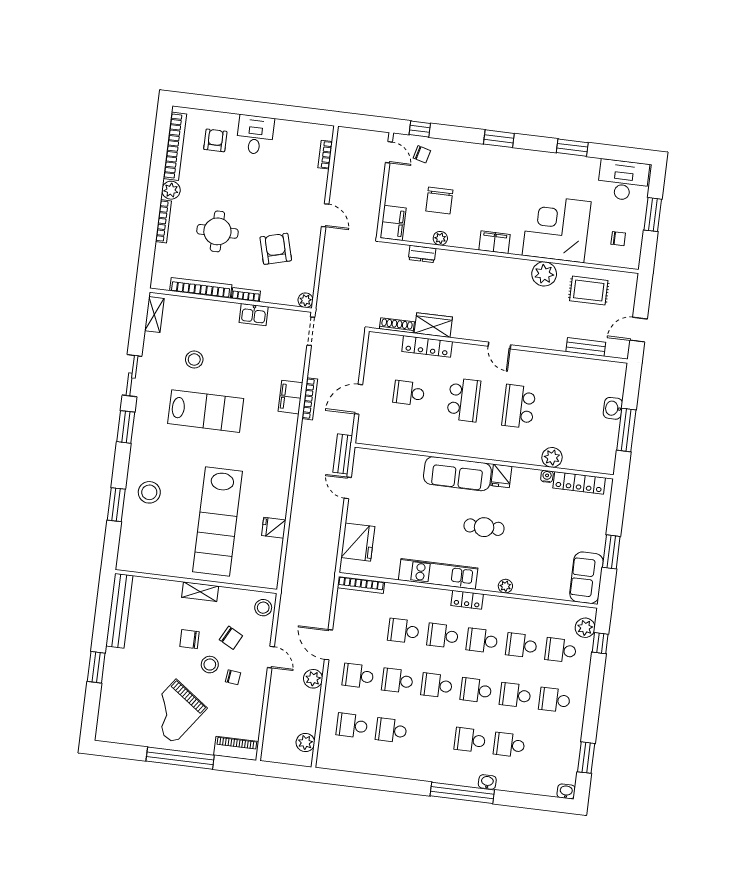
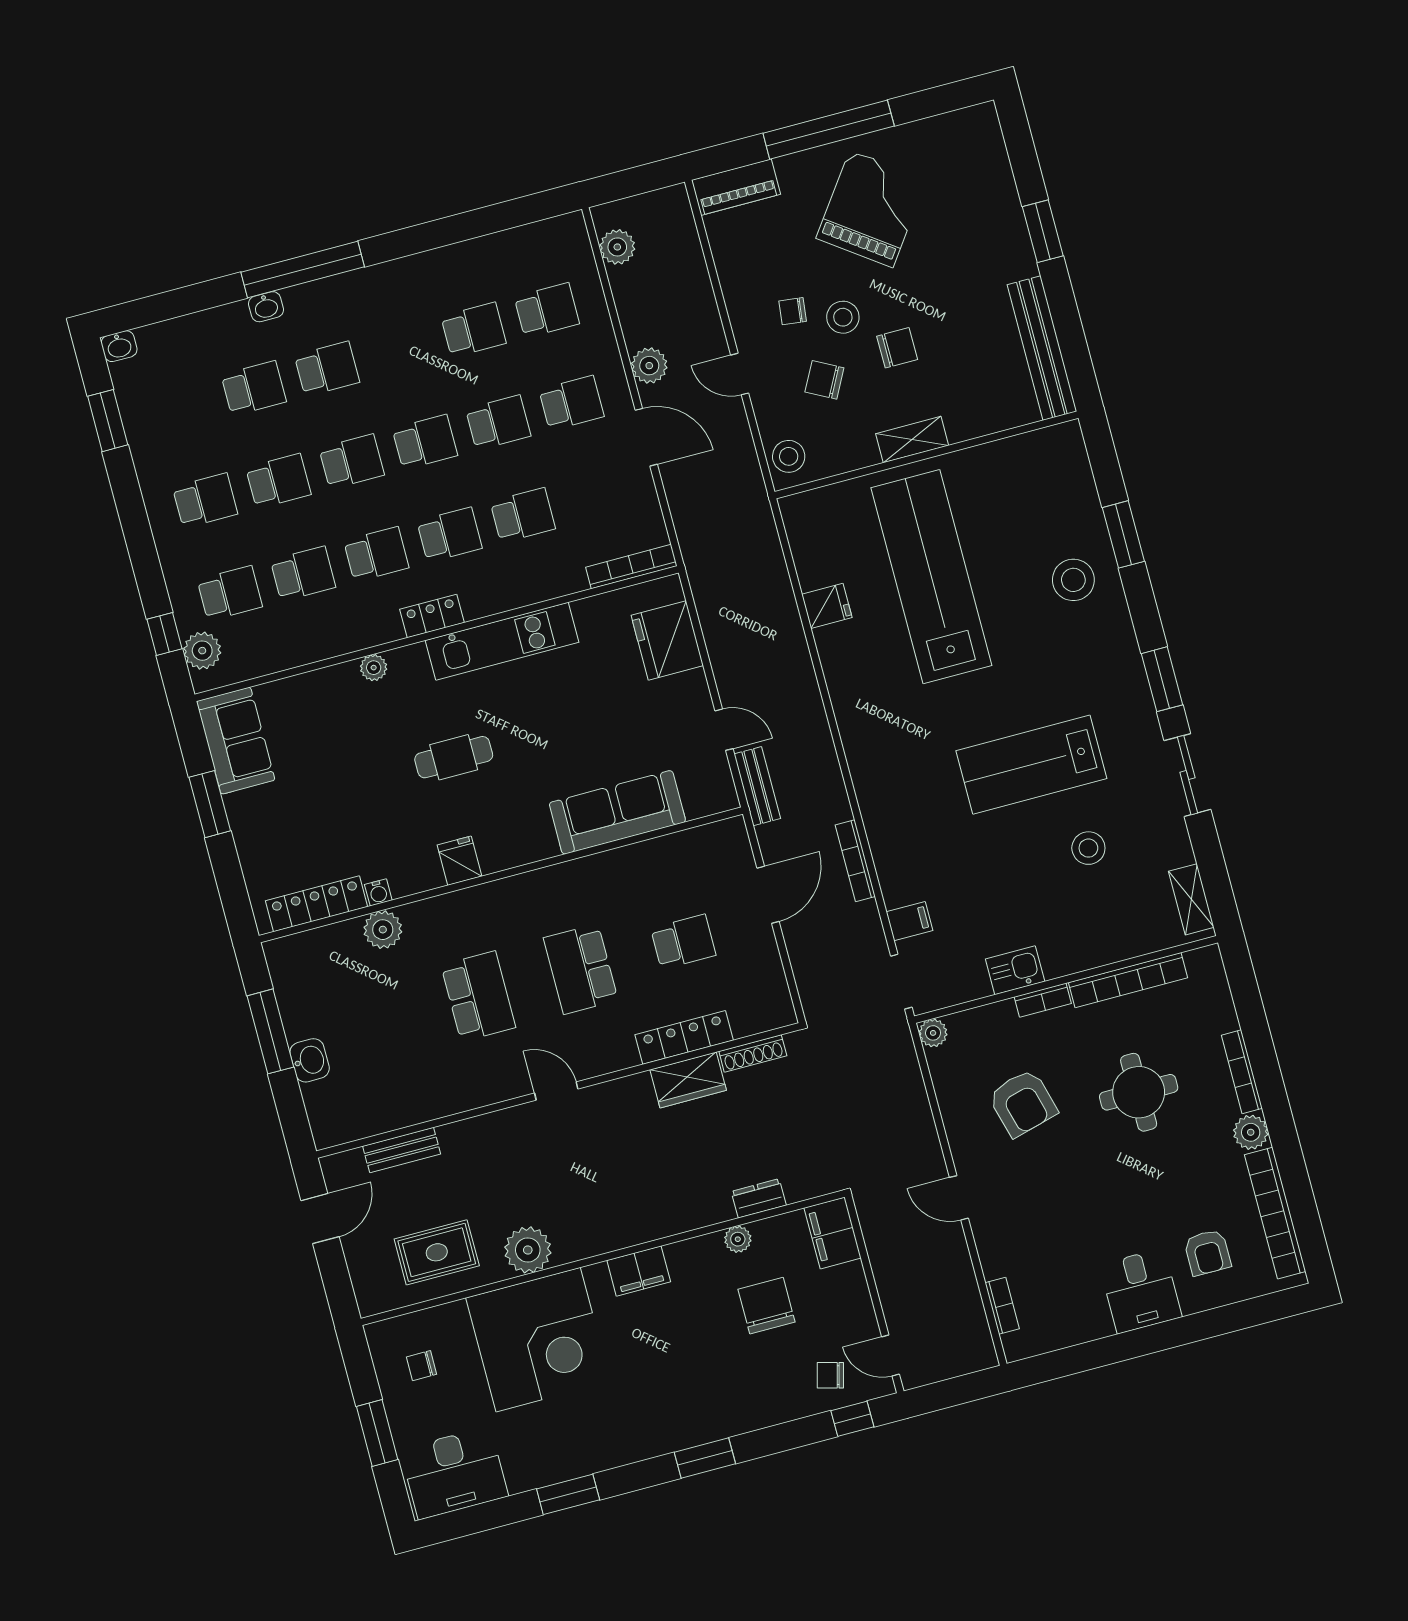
filing cabinet: (290, 397) -> (909, 921), moved, width x0.50
sofa: (457, 474) -> (617, 812), moved

